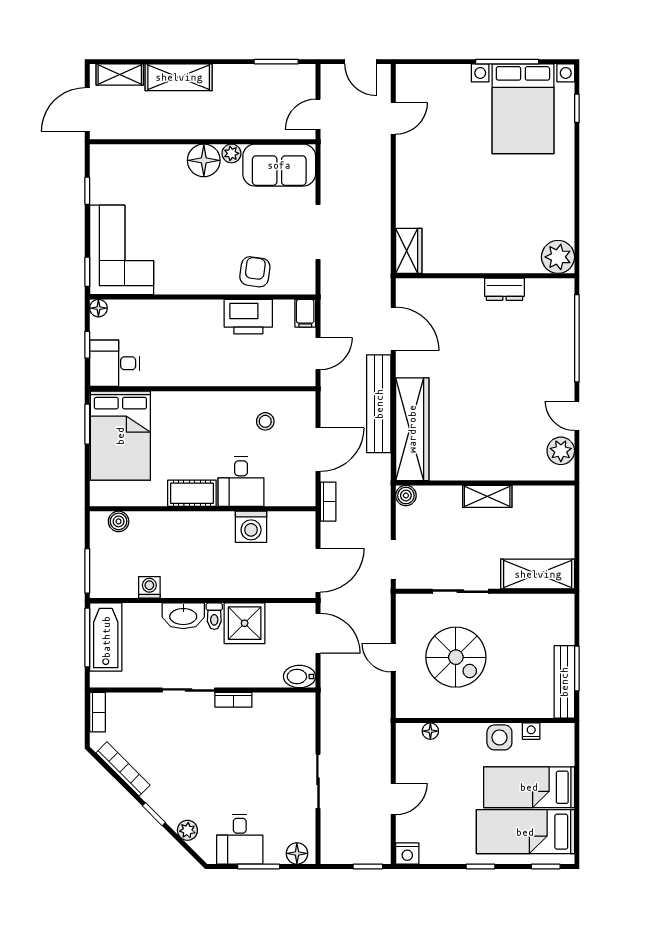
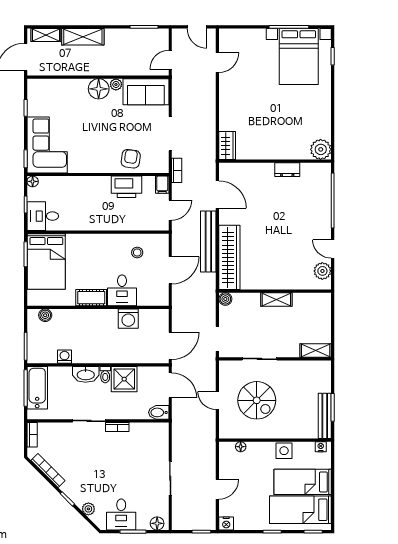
bookcase: (328, 502) -> (177, 170), moved
shelving: (538, 574) -> (316, 351), width x0.67, depth x0.75
nightstand: (531, 731) -> (321, 447), moved

